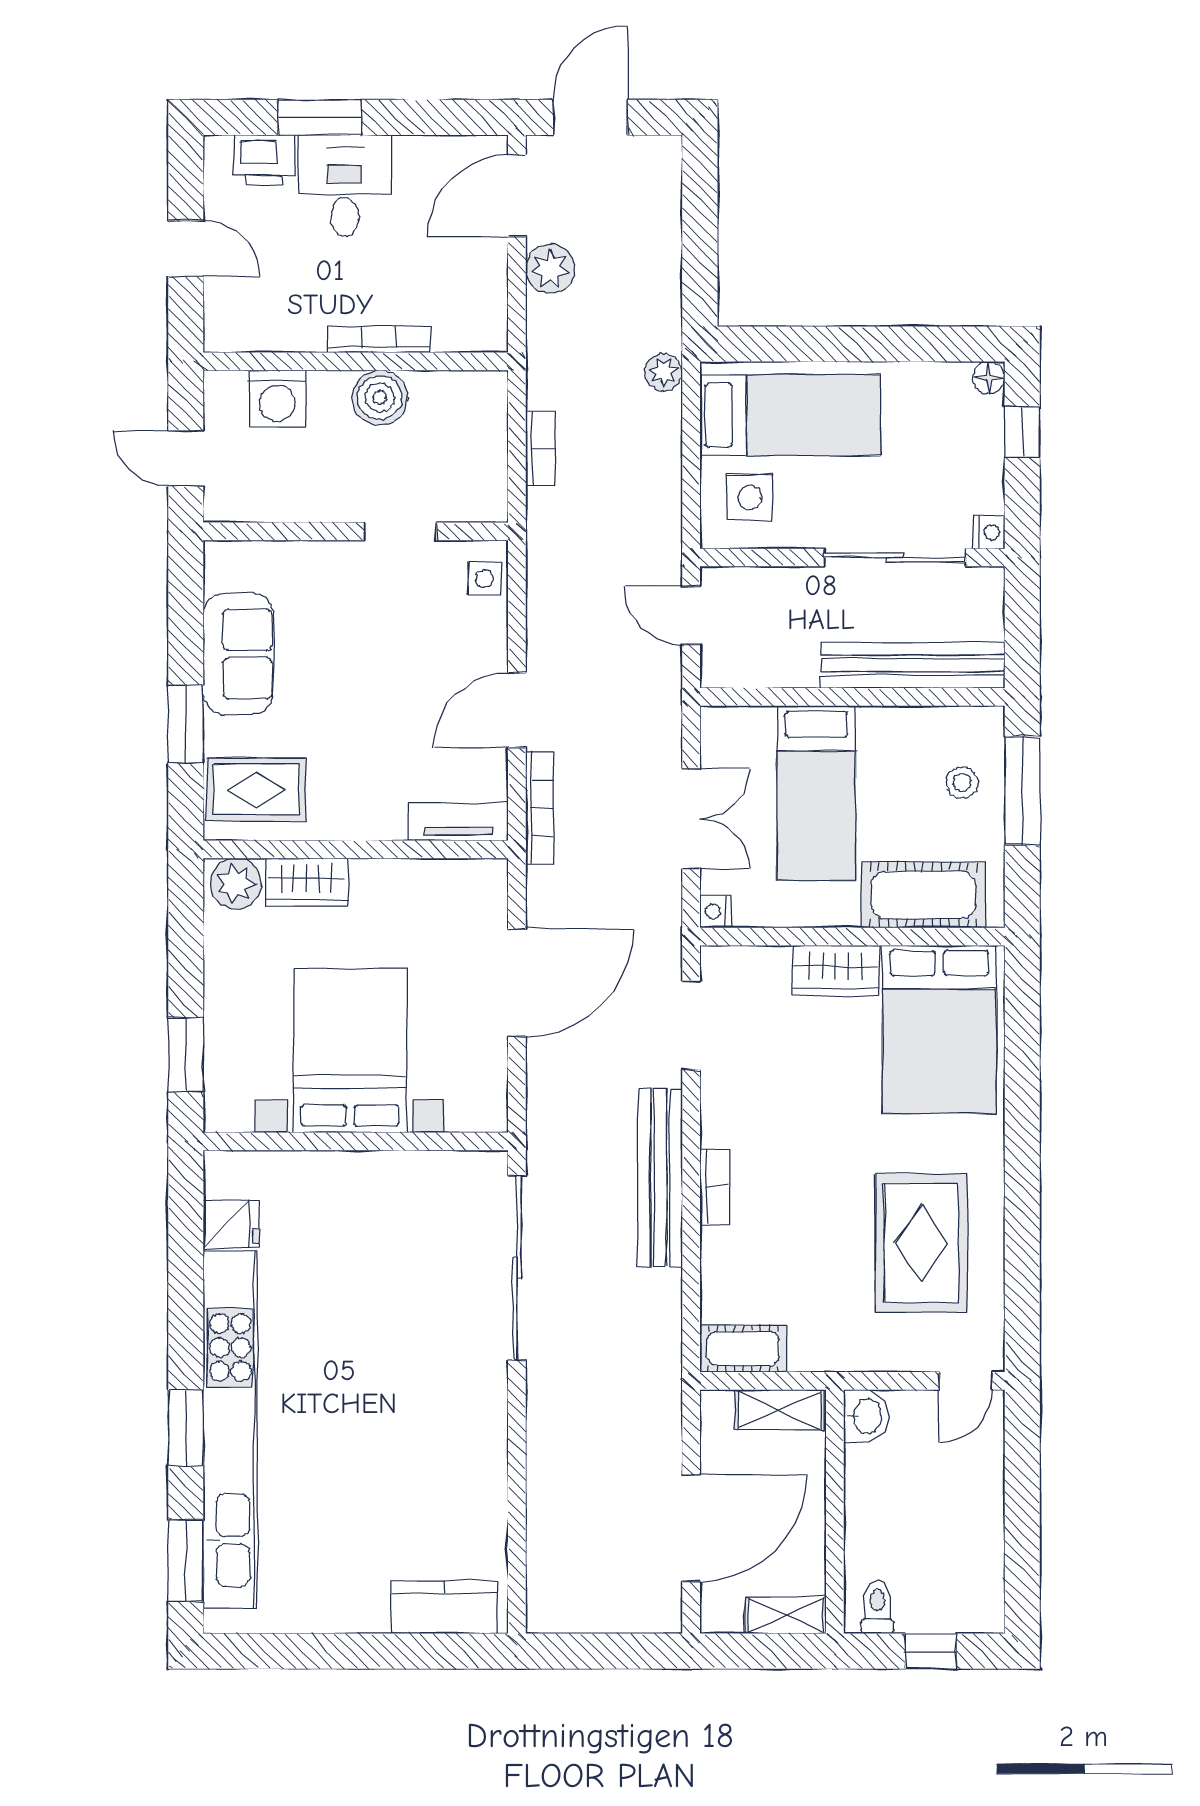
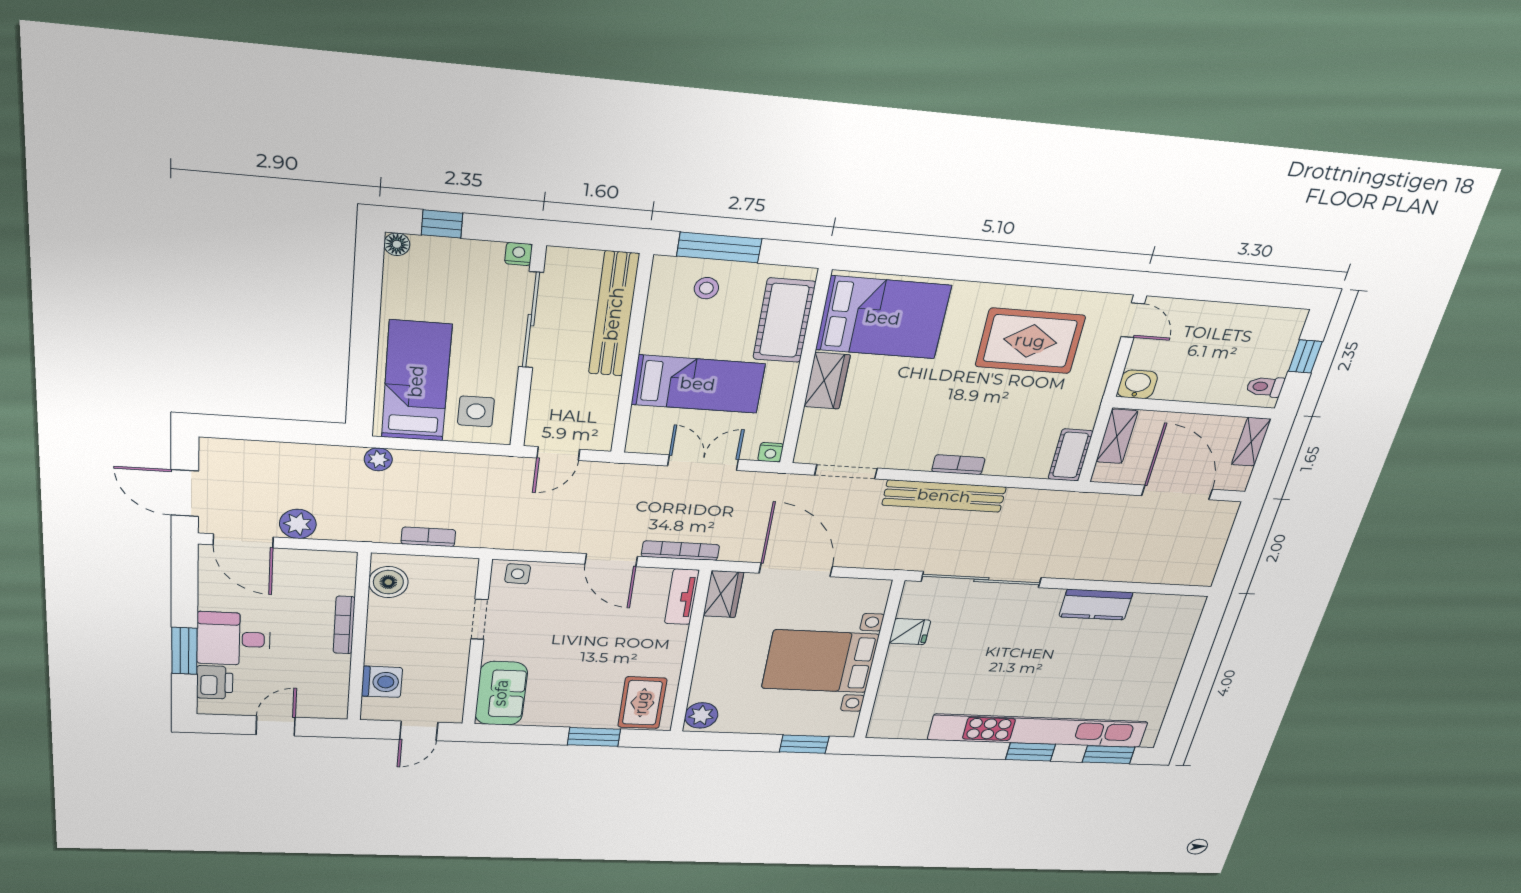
boiler: (380, 398) -> (388, 582), moved
sofa: (238, 654) -> (501, 693), moved, turned 90
wardrobe: (306, 882) -> (723, 594), moved
fridge: (231, 1224) -> (910, 632), moved, turned 90
kitchen counter: (444, 1607) -> (1096, 605), moved, turned -90

